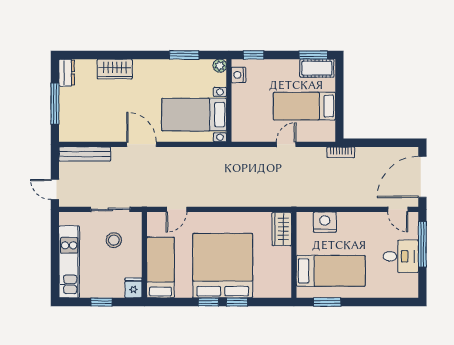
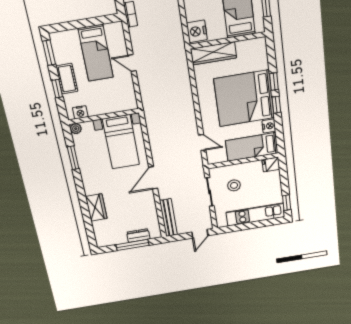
window: (253, 55) -> (57, 89), moved
cot: (317, 68) -> (67, 79), moved
dresser: (67, 73) -> (138, 236), moved
nightstand: (325, 222) -> (197, 31), moved
wardrobe: (282, 229) -> (214, 53), width x1.50
nightstand: (184, 291) -> (269, 126), added
window: (101, 302) -> (287, 203), moved

